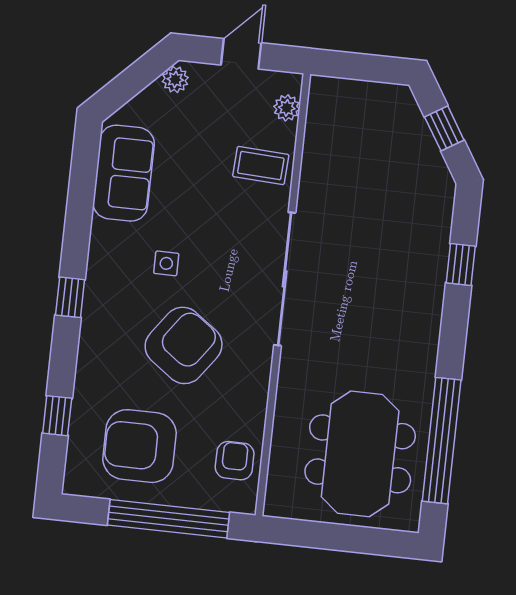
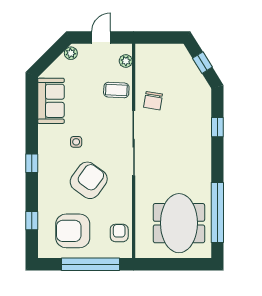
chair: (334, 196) -> (153, 101), added

